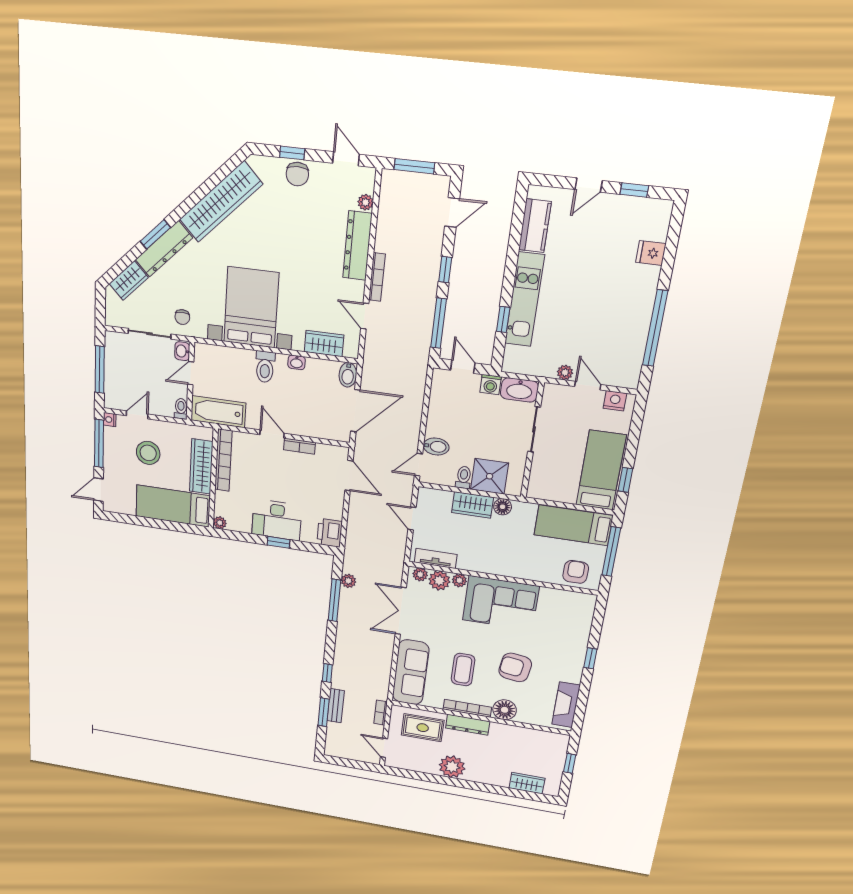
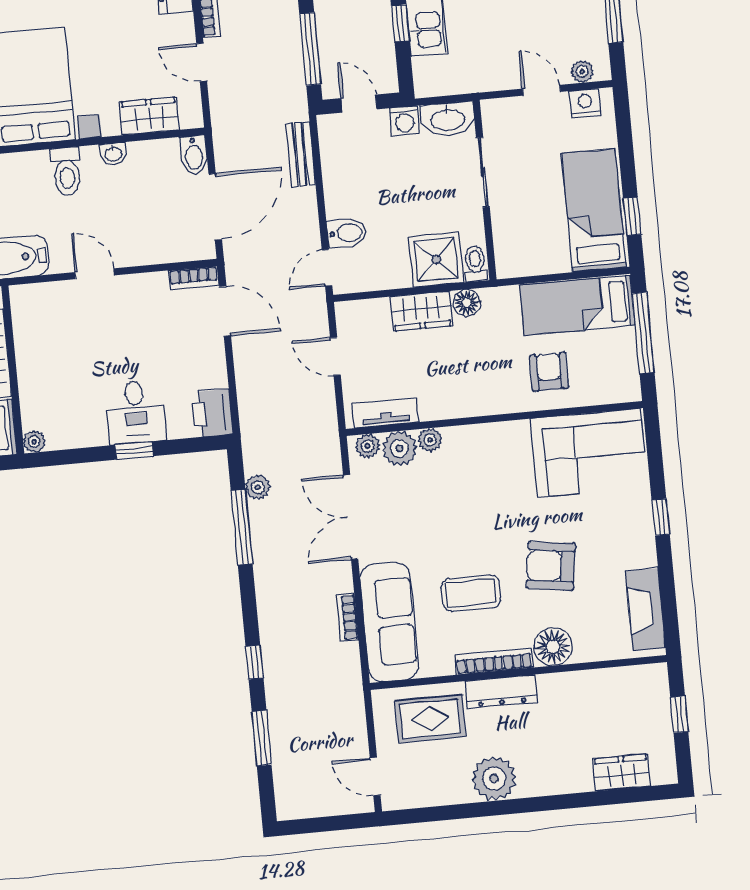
plant: (565, 372) -> (582, 71), moved
bookcase: (299, 446) -> (194, 278), moved
bookcase: (223, 460) -> (25, 335), removed
toilet: (464, 477) -> (475, 264), moved
desk: (277, 520) -> (136, 412), width x0.73
armchair: (576, 572) -> (549, 372), moved
corner sofa: (501, 603) -> (589, 453), moved
coffee table: (463, 670) -> (471, 593), turned 90
bench: (336, 706) -> (301, 154), moved
bookcase: (381, 713) -> (347, 617), moved

